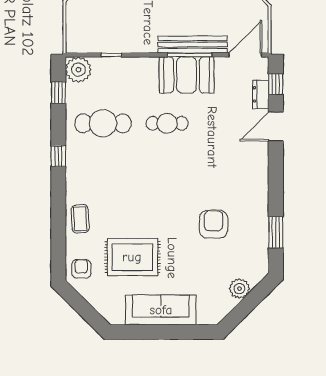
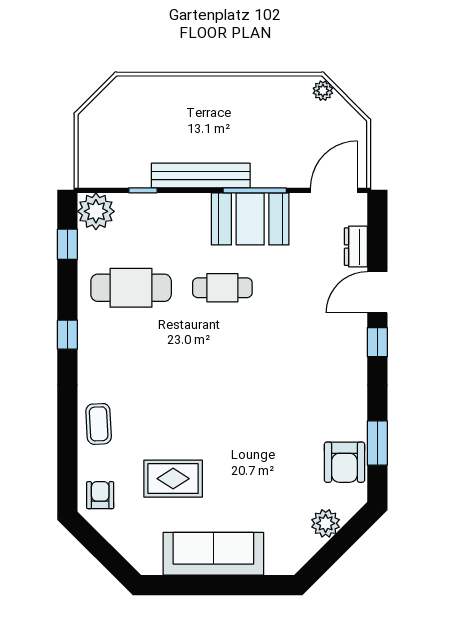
bench: (192, 45) -> (201, 175), moved
window: (276, 84) -> (377, 342), moved
armchair: (214, 224) -> (344, 462), moved, turned 180
rug: (132, 257) -> (173, 479), width x0.73, depth x0.70

